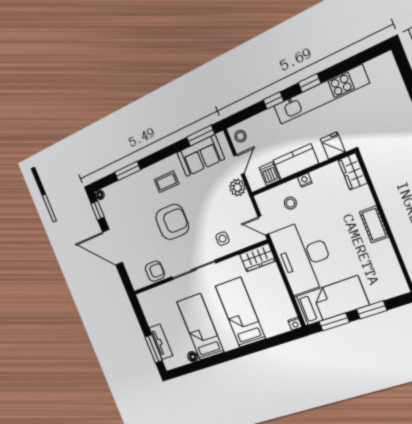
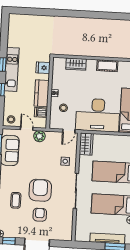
kitchen unit: (321, 95) -> (12, 69), width x0.73
wardrobe: (353, 171) -> (76, 64), moved
coffee table: (167, 182) -> (16, 200), moved
cot: (374, 224) -> (107, 66), moved
armchair: (155, 271) -> (40, 215), moved
tv unit: (161, 342) -> (107, 238), width x1.41

